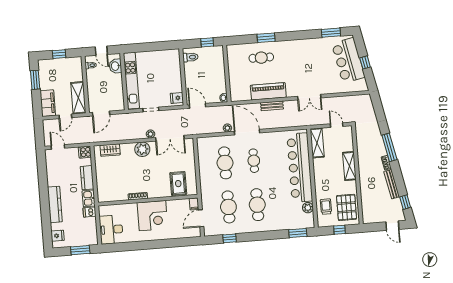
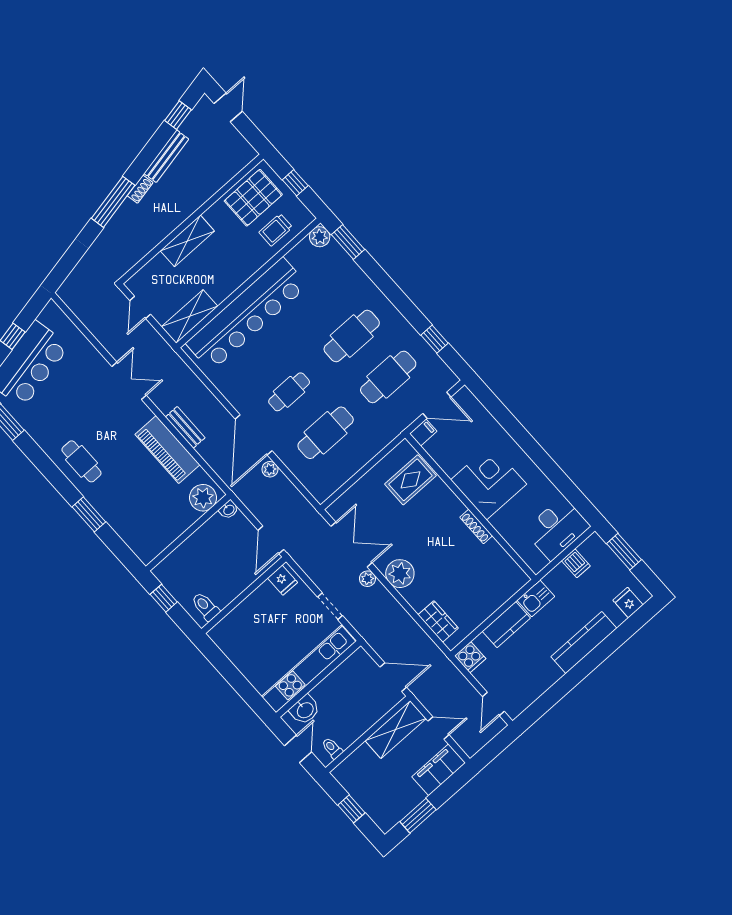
cafe table: (261, 58) -> (81, 461), moved
plant: (237, 91) -> (203, 498), added
plant: (308, 208) -> (320, 237), moved
dishwasher: (90, 212) -> (576, 563), moved

